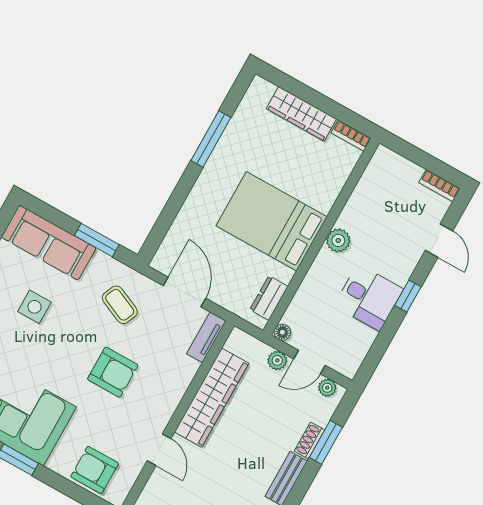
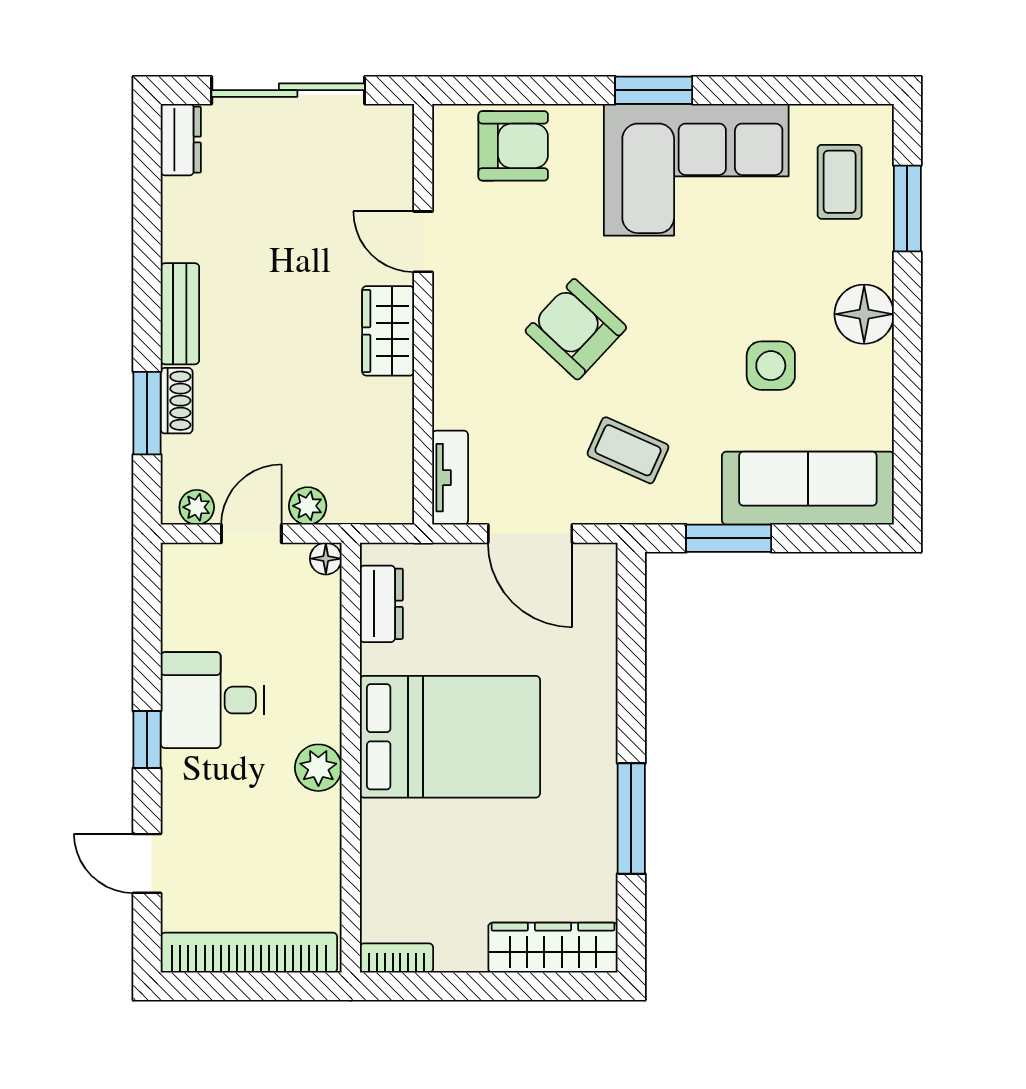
wardrobe: (301, 114) -> (553, 948), moved
bookcase: (440, 185) -> (249, 953), width x2.31, depth x1.31
armchair: (113, 372) -> (576, 329), turned 43
wardrobe: (212, 398) -> (388, 331), width x0.48, depth x0.85

